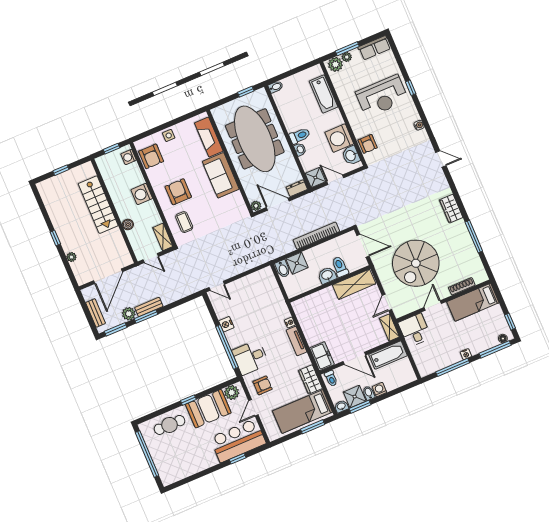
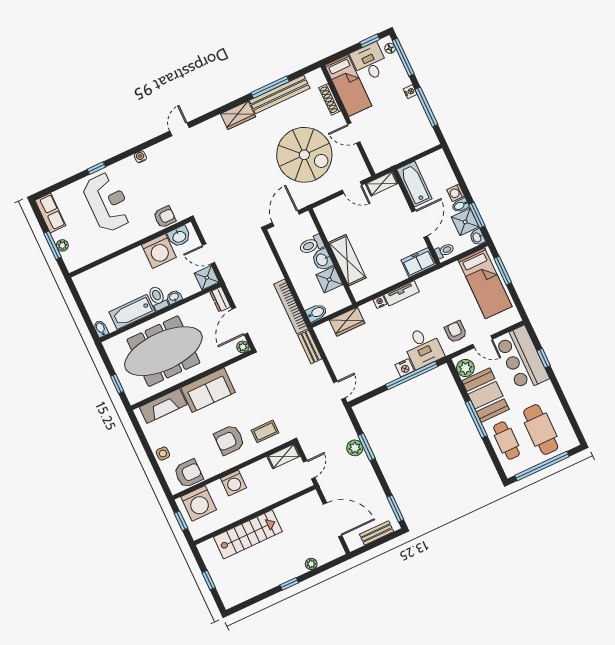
plant: (335, 64) -> (72, 258), removed
window: (246, 92) -> (117, 384), moved
bathtub: (324, 94) -> (132, 312), moved, turned 180
washing machine: (129, 157) -> (199, 503), width x1.89, depth x1.89
door: (335, 180) -> (209, 254), hinge flipped
boiler: (128, 224) -> (270, 498), removed
bookcase: (316, 236) -> (291, 307), moved
bench: (467, 244) -> (280, 94), added
shower: (297, 263) -> (329, 280), moved
shelving: (354, 284) -> (347, 260), moved
bench: (149, 307) -> (310, 347), moved
plant: (129, 314) -> (355, 448), moved
window: (146, 316) -> (367, 447), moved
nightstand: (226, 324) -> (405, 368), moved
desk: (415, 330) -> (370, 62), moved, turned 90
wardrobe: (310, 379) -> (347, 322), moved
window: (188, 400) -> (476, 419), width x2.17
cafe table: (178, 454) -> (541, 430), added

